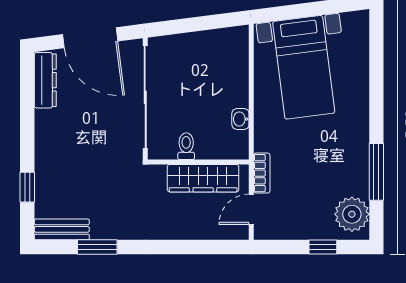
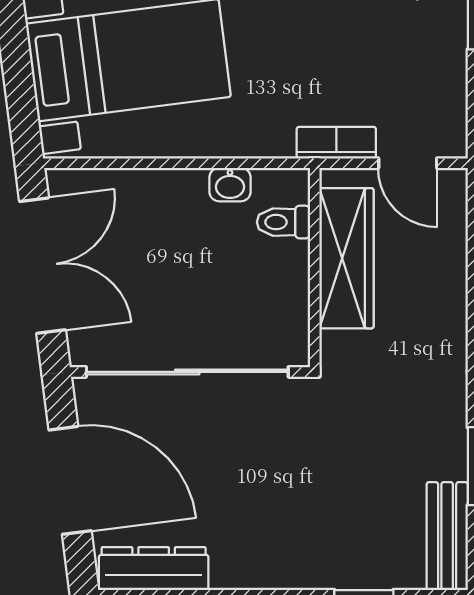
double door: (199, 24) -> (43, 266), added
door: (90, 38) -> (70, 480), hinge flipped
toilet: (186, 146) -> (283, 222), moved

